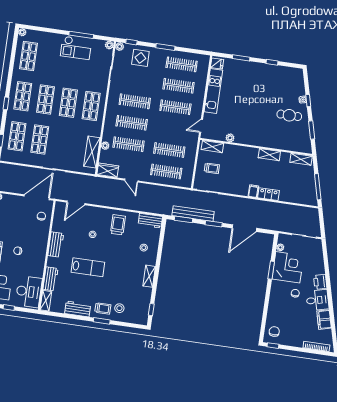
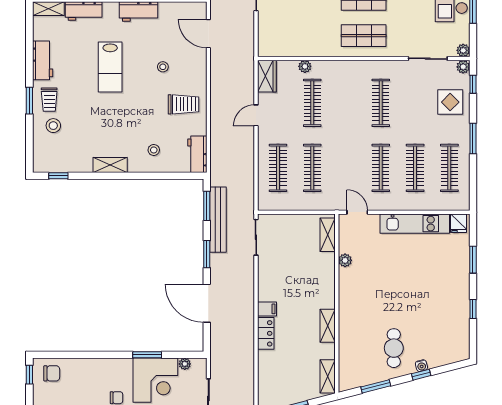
clothes rail: (132, 123) -> (347, 103), removed
shelving: (92, 152) -> (292, 47), removed
trolley: (212, 168) -> (293, 239), removed

